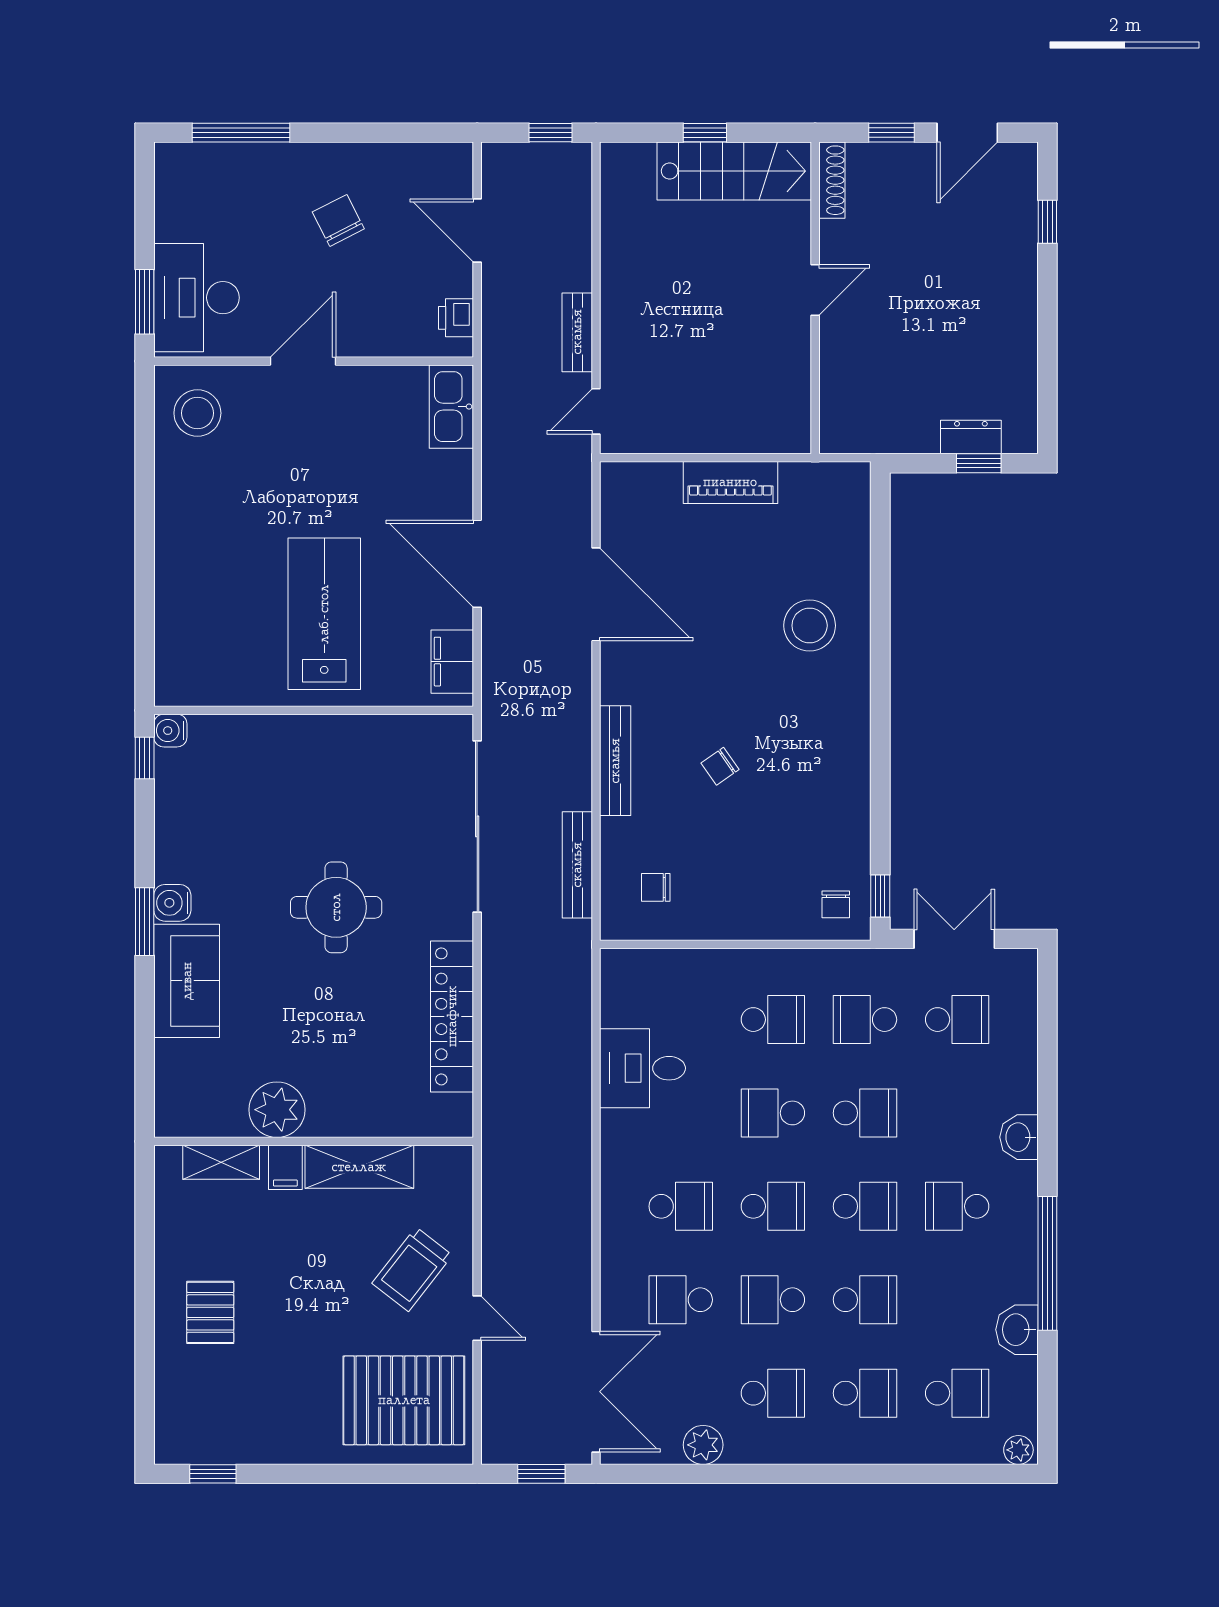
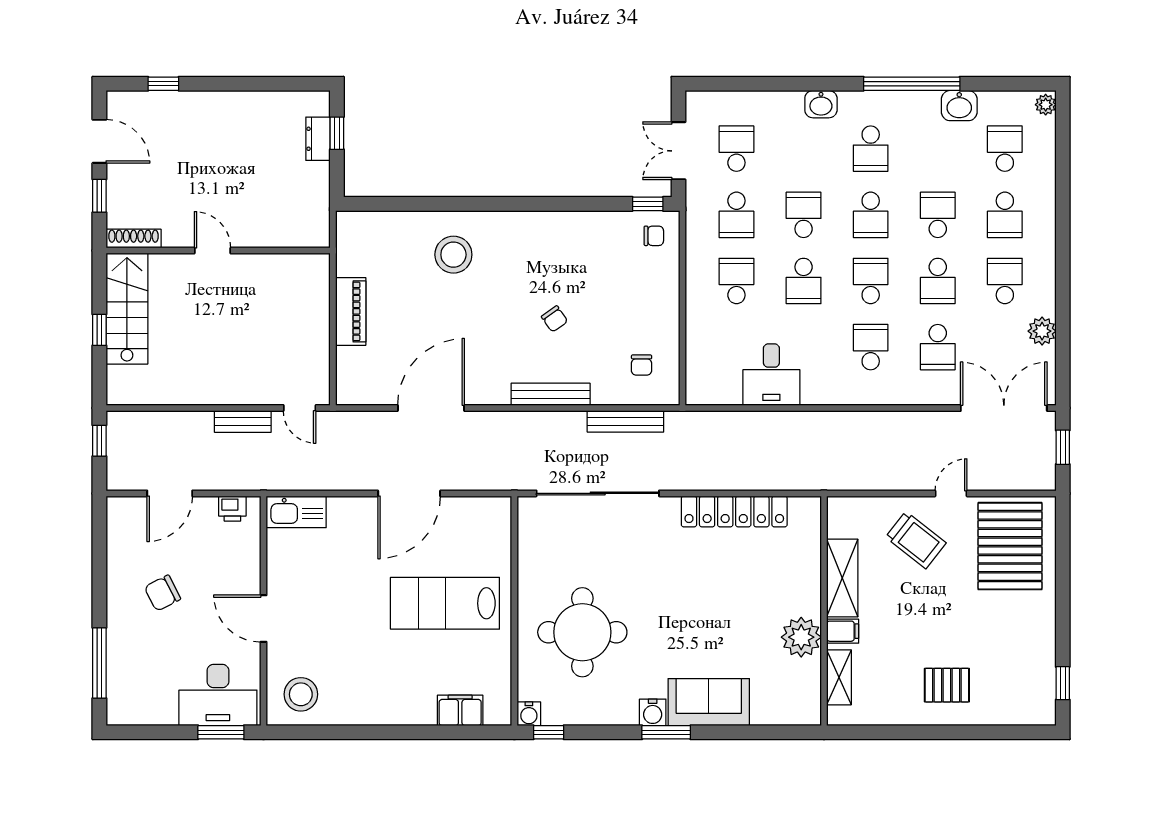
filing cabinet: (452, 662) -> (460, 710), moved, turned 180
round table: (336, 907) -> (582, 632), moved, width x1.36, depth x1.36
school desk: (865, 1206) -> (871, 215), turned 180
school desk: (865, 1393) -> (1005, 215), turned 180

